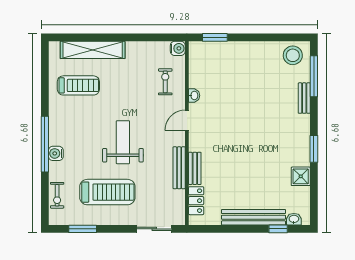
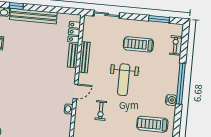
exercise bike: (165, 82) -> (101, 110), moved
water cooler: (56, 153) -> (171, 100), moved
treadmill: (107, 192) -> (138, 44), width x0.73, depth x0.73

